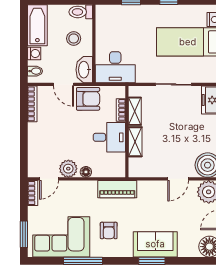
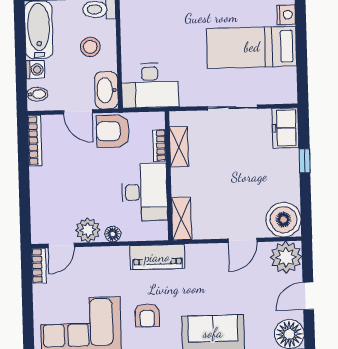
armchair: (88, 99) -> (113, 131), turned 180
desk: (109, 137) -> (145, 192), width x1.37
shelving: (135, 142) -> (182, 219), moved
window: (24, 234) -> (28, 324), removed

